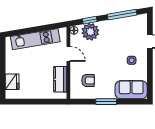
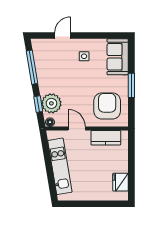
door: (68, 54) -> (77, 129), hinge flipped
armchair: (88, 80) -> (107, 106), width x1.88, depth x1.88
fridge: (12, 82) -> (120, 182), moved, turned -90

